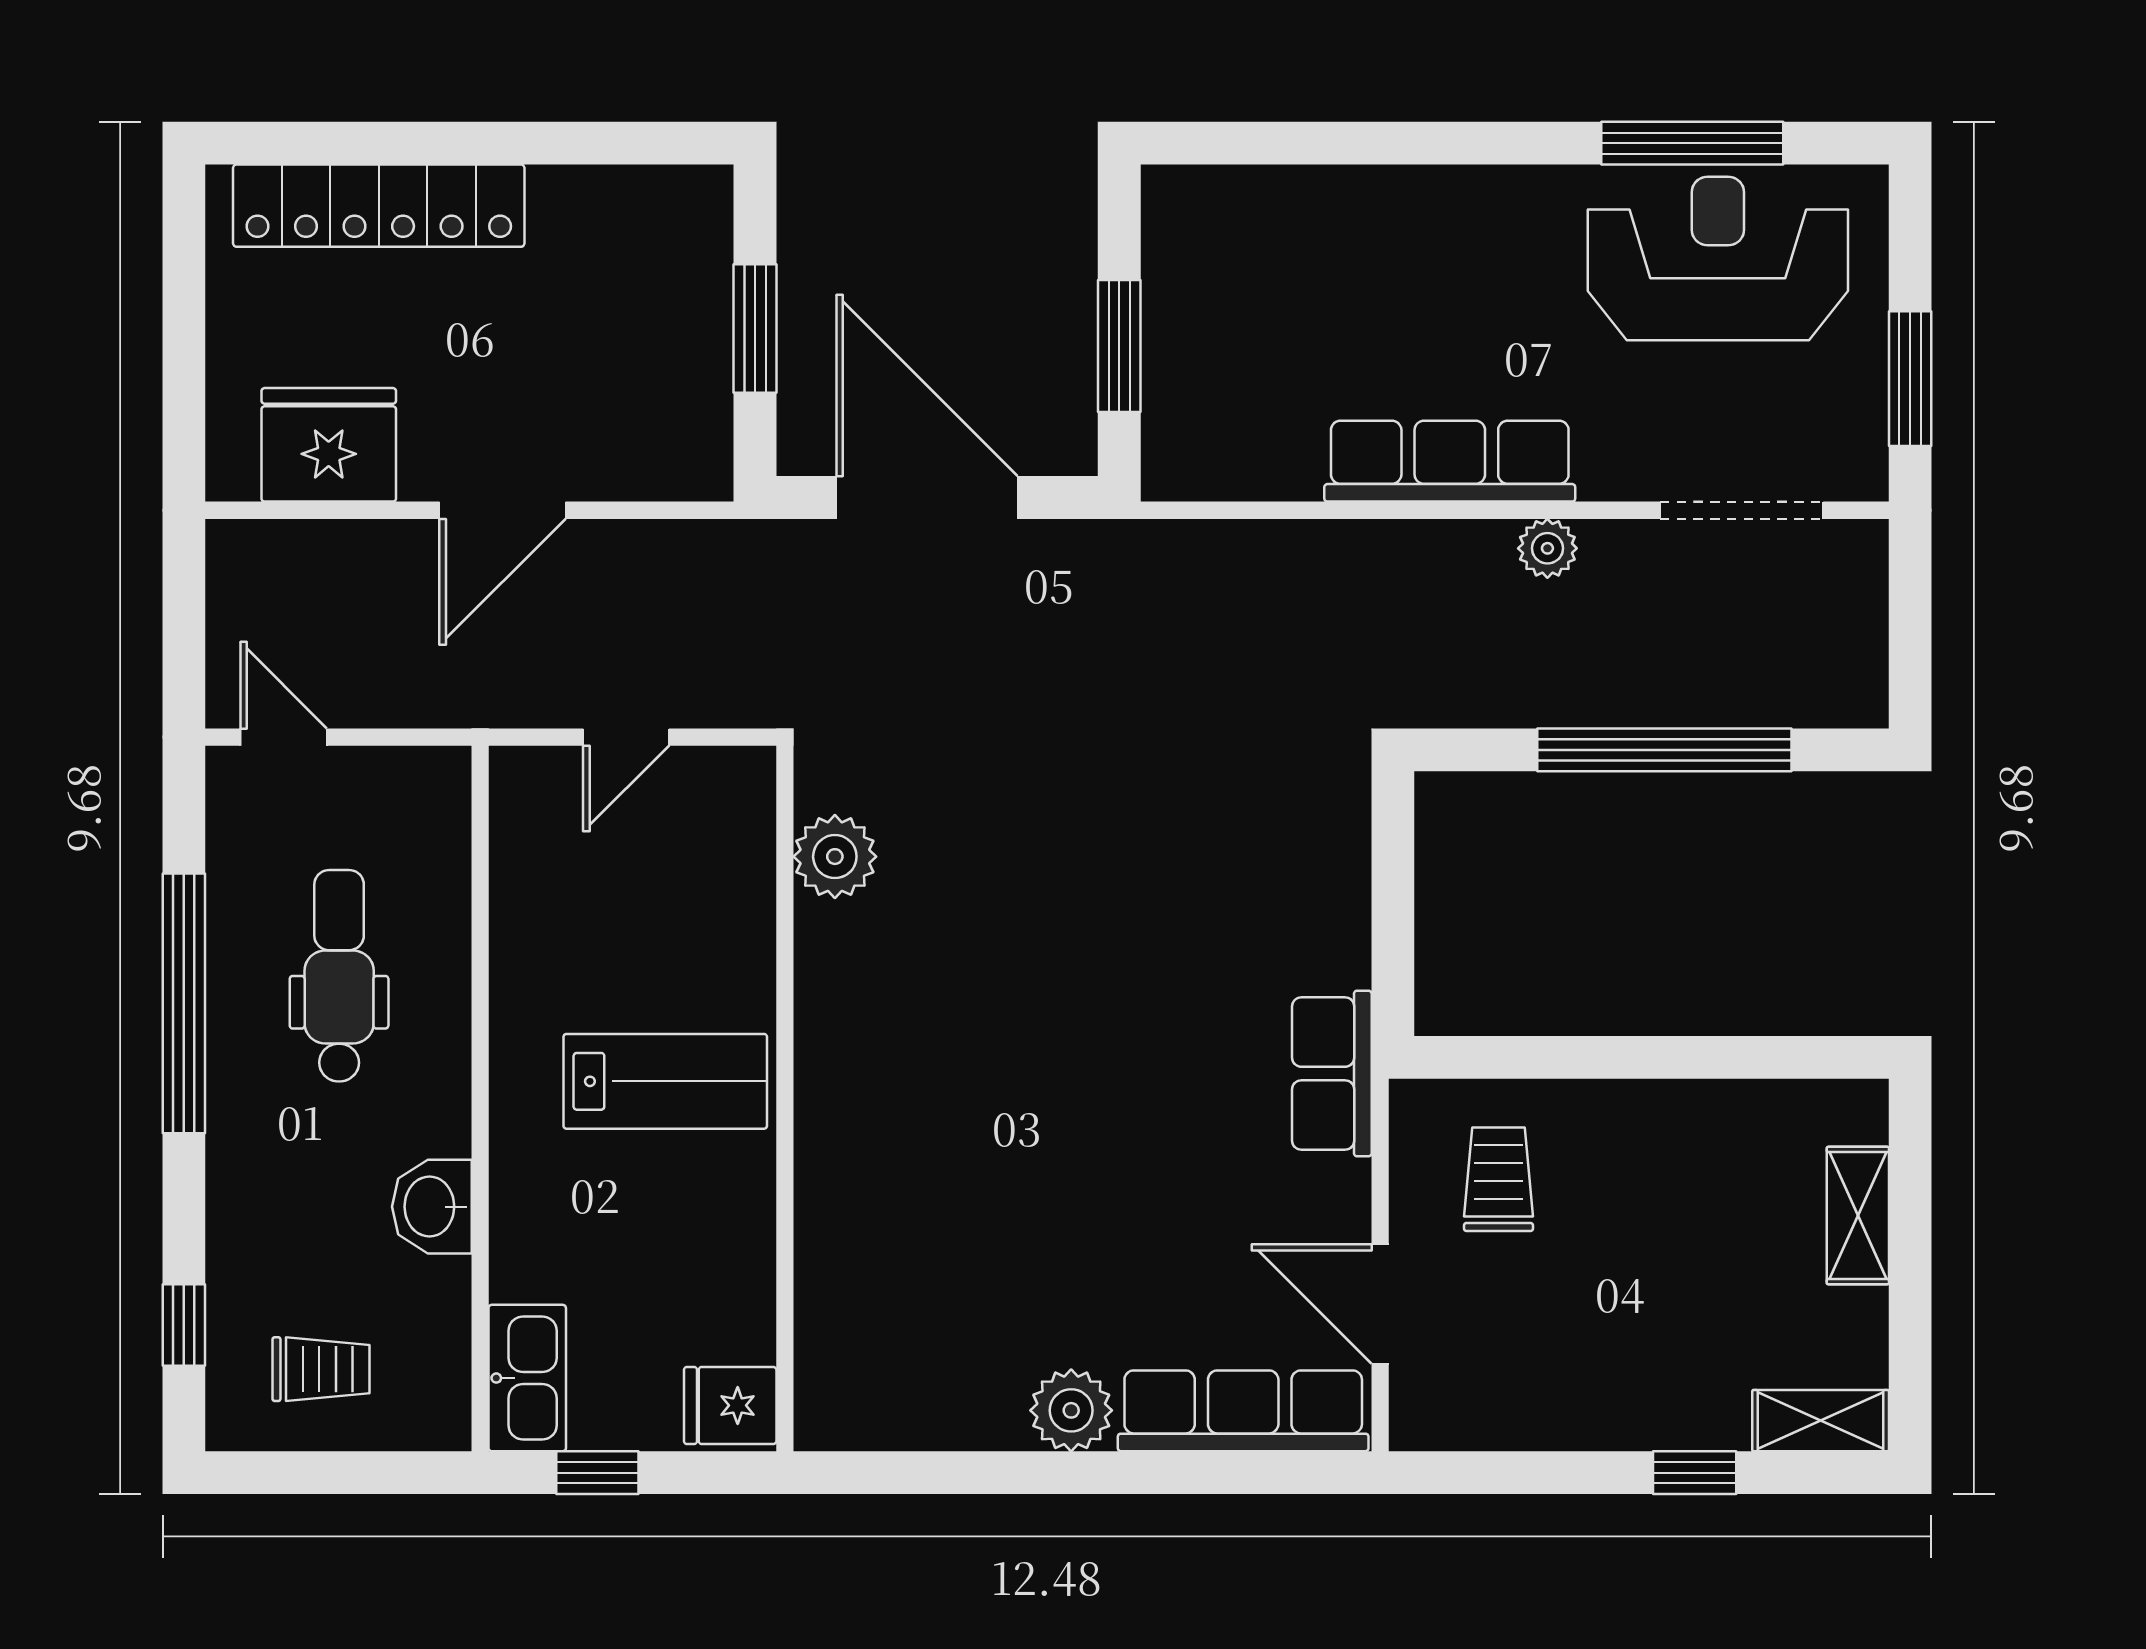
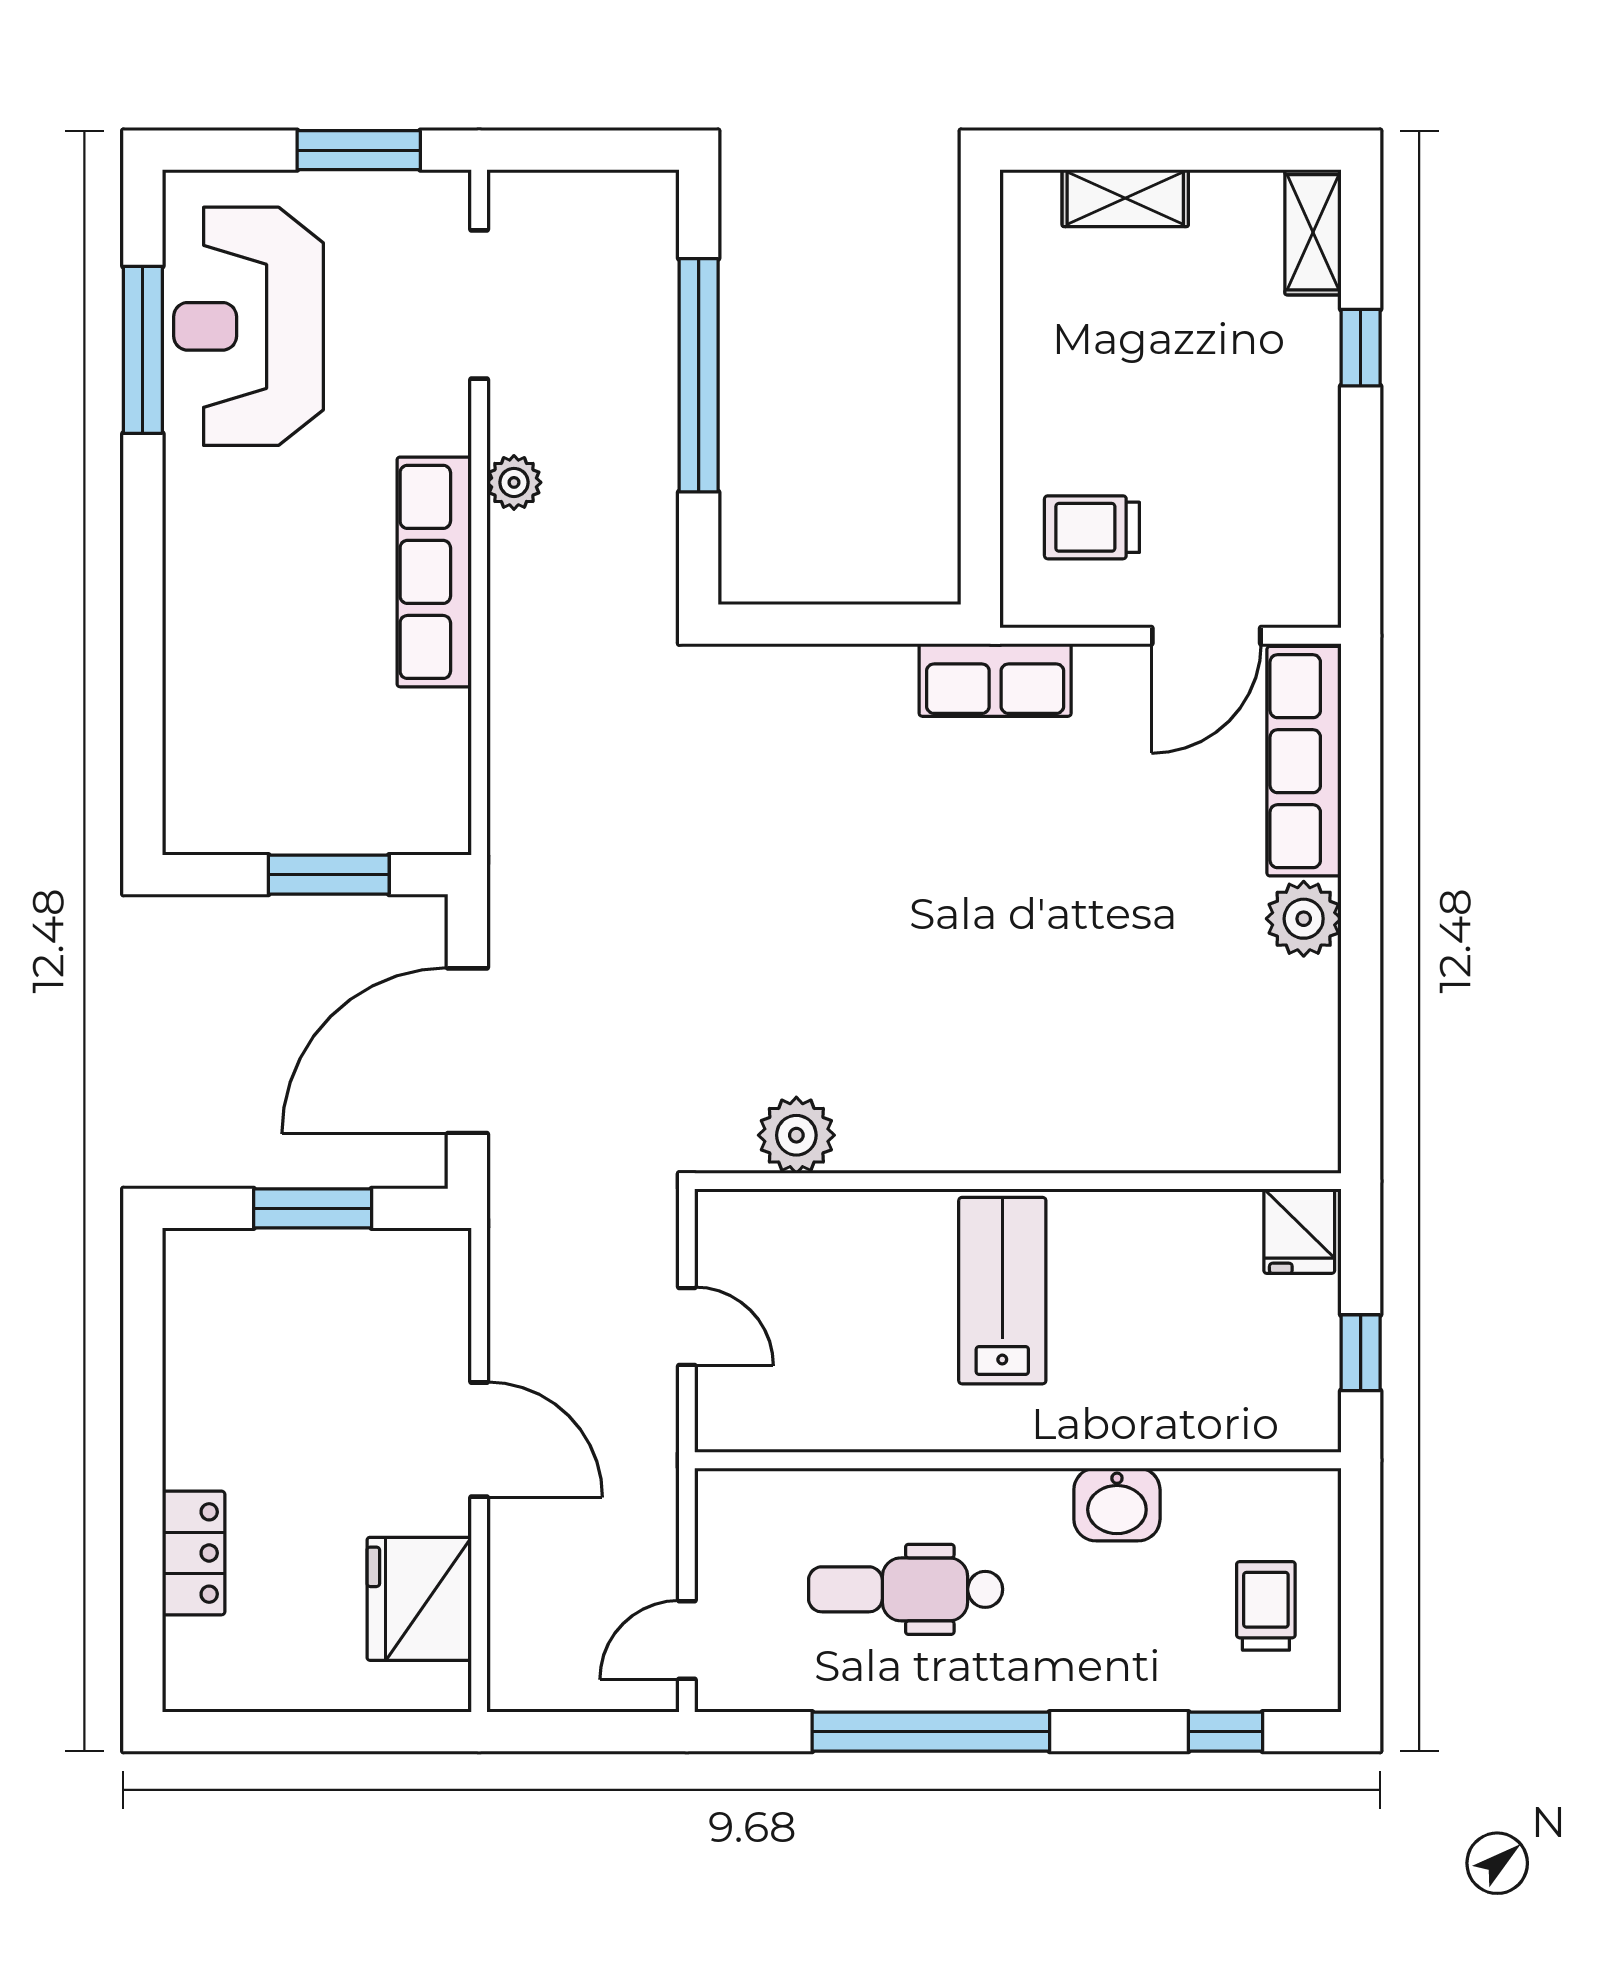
locker: (379, 206) -> (194, 1553), width x0.46, depth x0.83
kitchen sink: (527, 1378) -> (1274, 1417), removed

